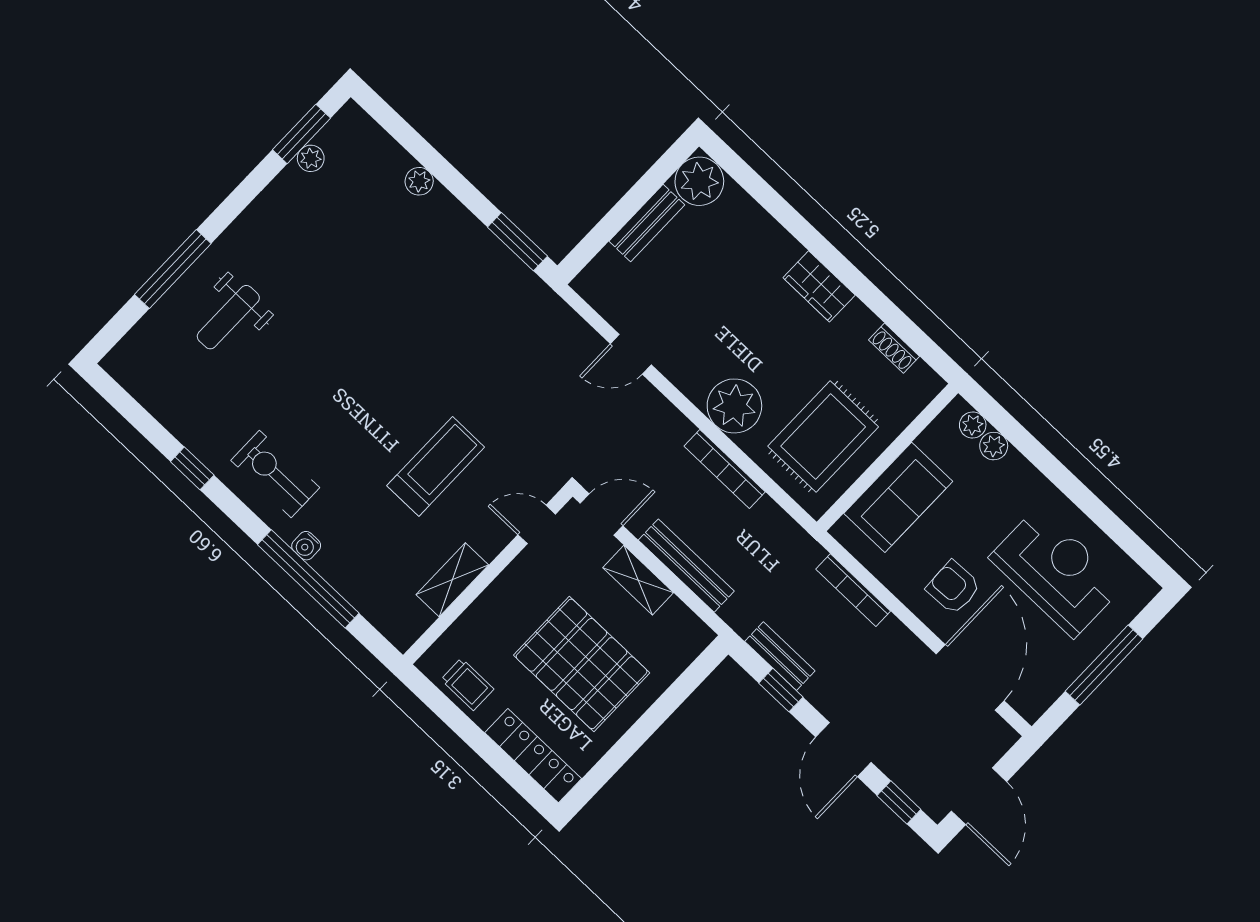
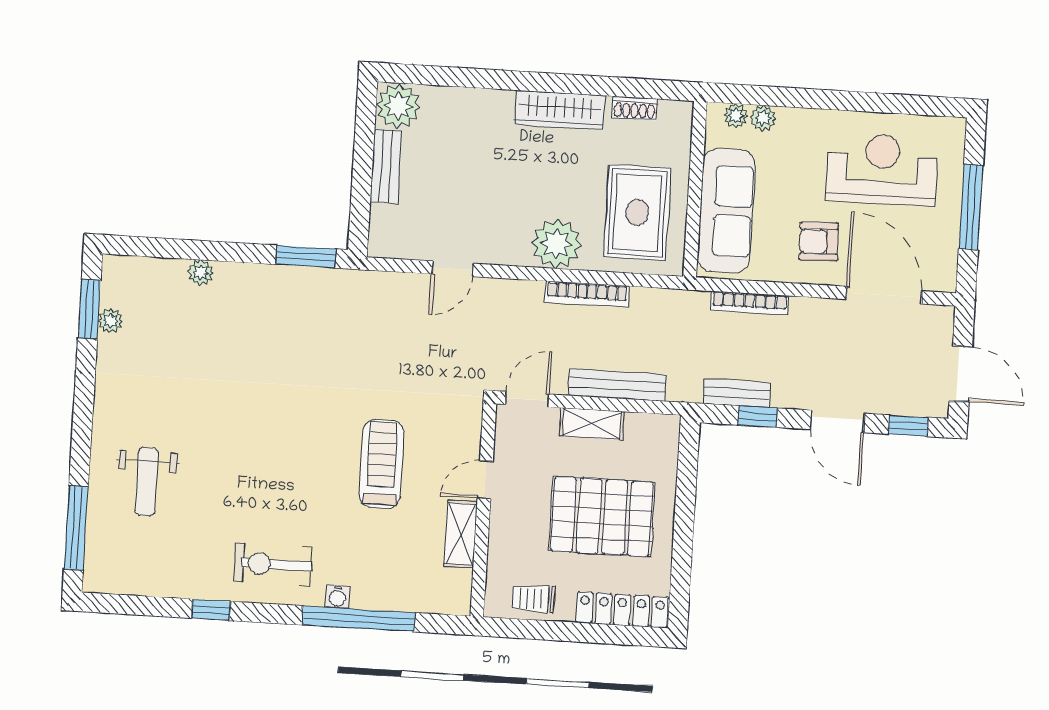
window: (173, 269) -> (76, 528), moved
wardrobe: (819, 286) -> (560, 110), width x1.50
sofa: (898, 497) -> (726, 211), width x1.36
door: (537, 524) -> (485, 480), moved
trolley: (467, 684) -> (533, 599), turned 180

